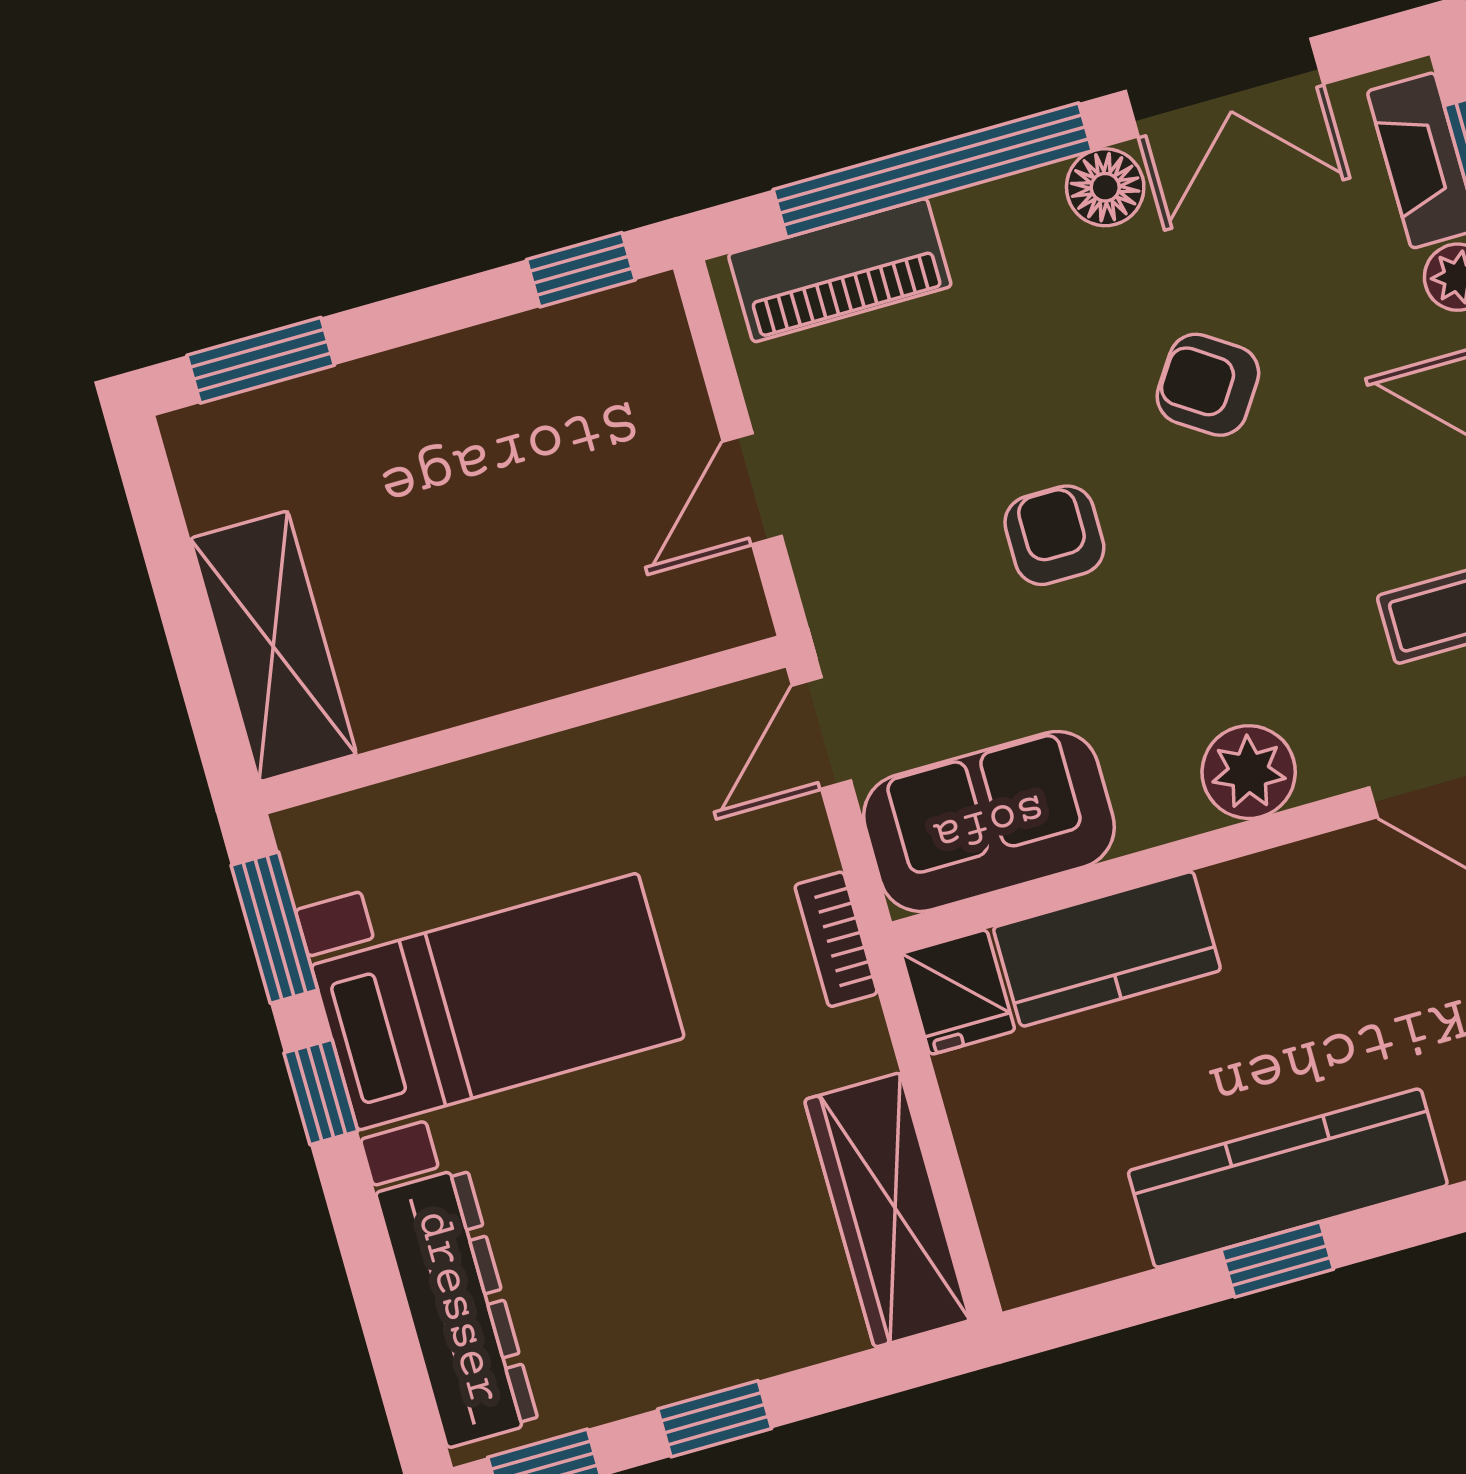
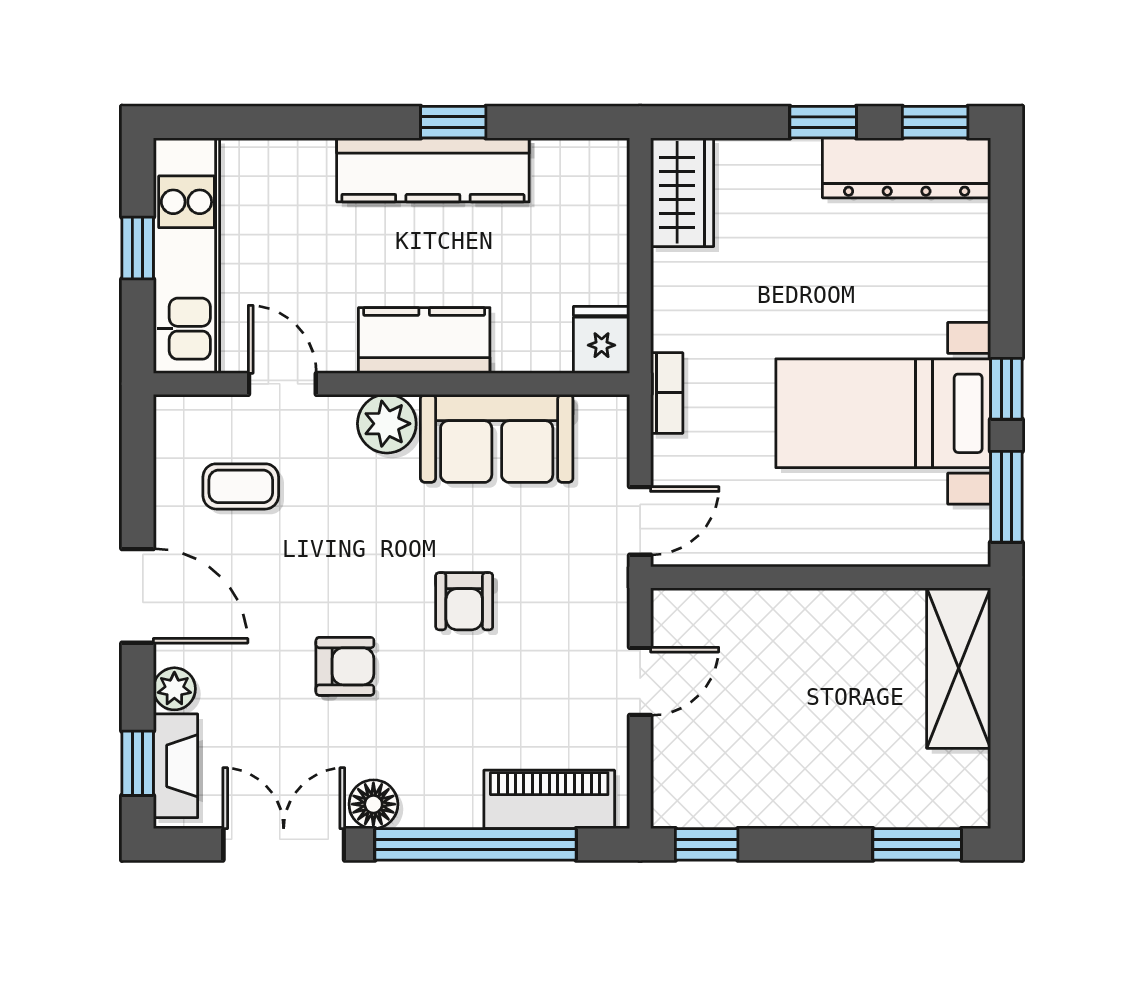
armchair: (1208, 385) -> (345, 666), turned -34
sofa: (989, 821) -> (497, 438), moved
kitchen counter: (1107, 949) -> (424, 340), moved
wardrobe: (887, 1210) -> (682, 192), width x0.67
dresser: (457, 1308) -> (907, 168), moved, turned -90

